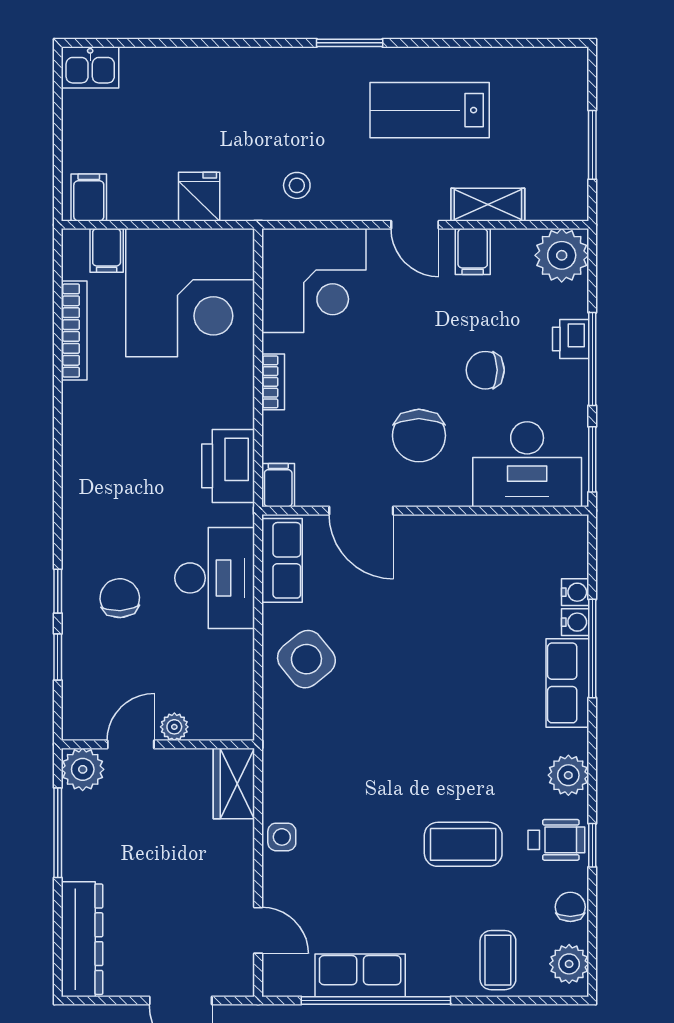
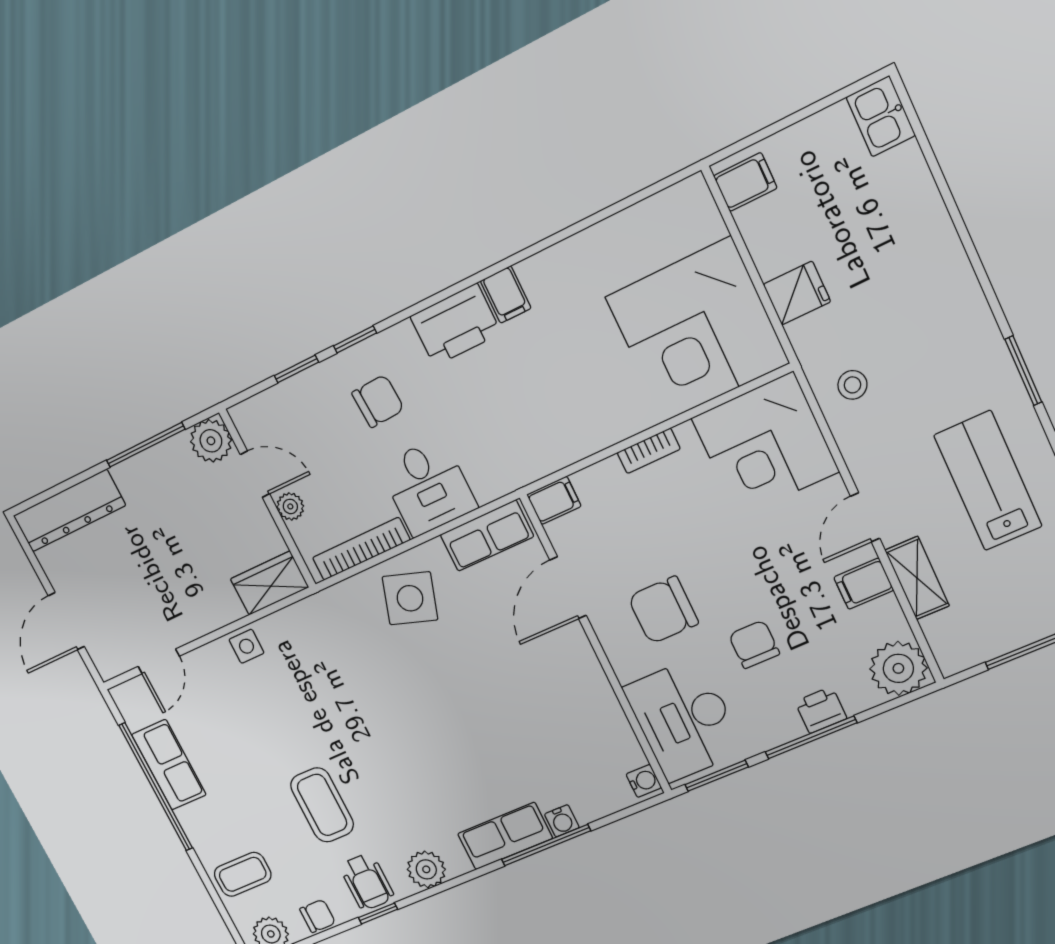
filing cabinet: (107, 250) -> (506, 295), moved, turned -90
bookcase: (74, 331) -> (361, 549), moved, turned 180
printer: (228, 466) -> (456, 325), moved, turned 180
desk: (215, 578) -> (428, 487), width x0.73
water cooler: (575, 592) -> (644, 781), moved, turned -90
side table: (306, 659) -> (410, 598), turned -33

